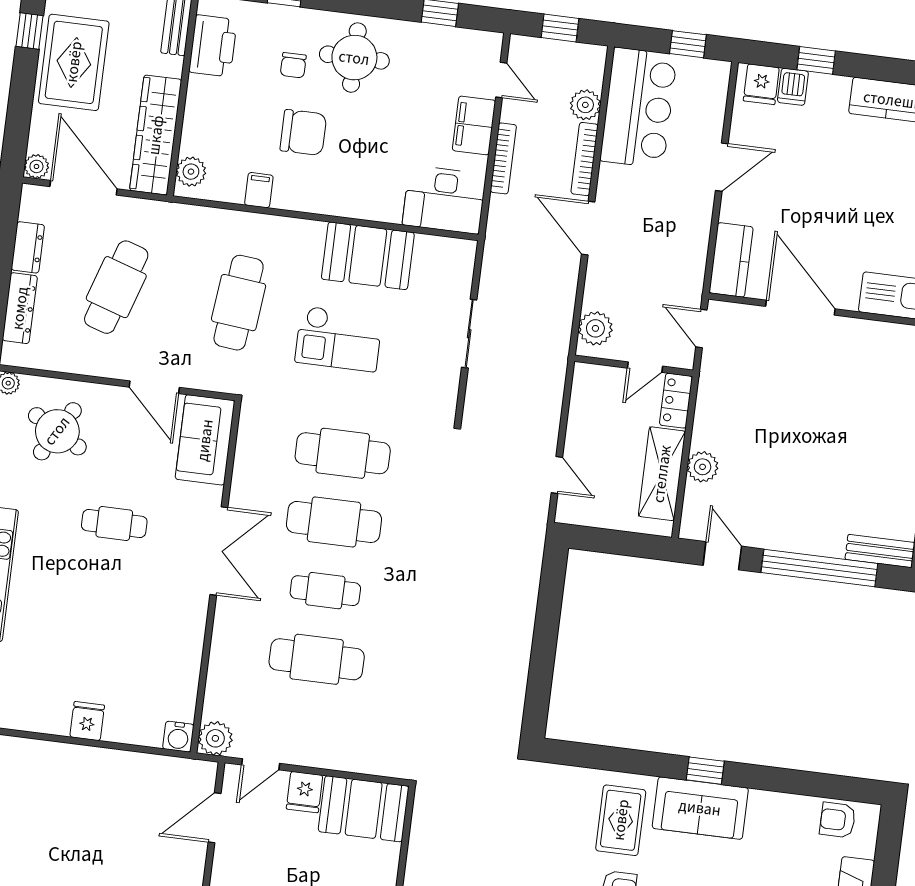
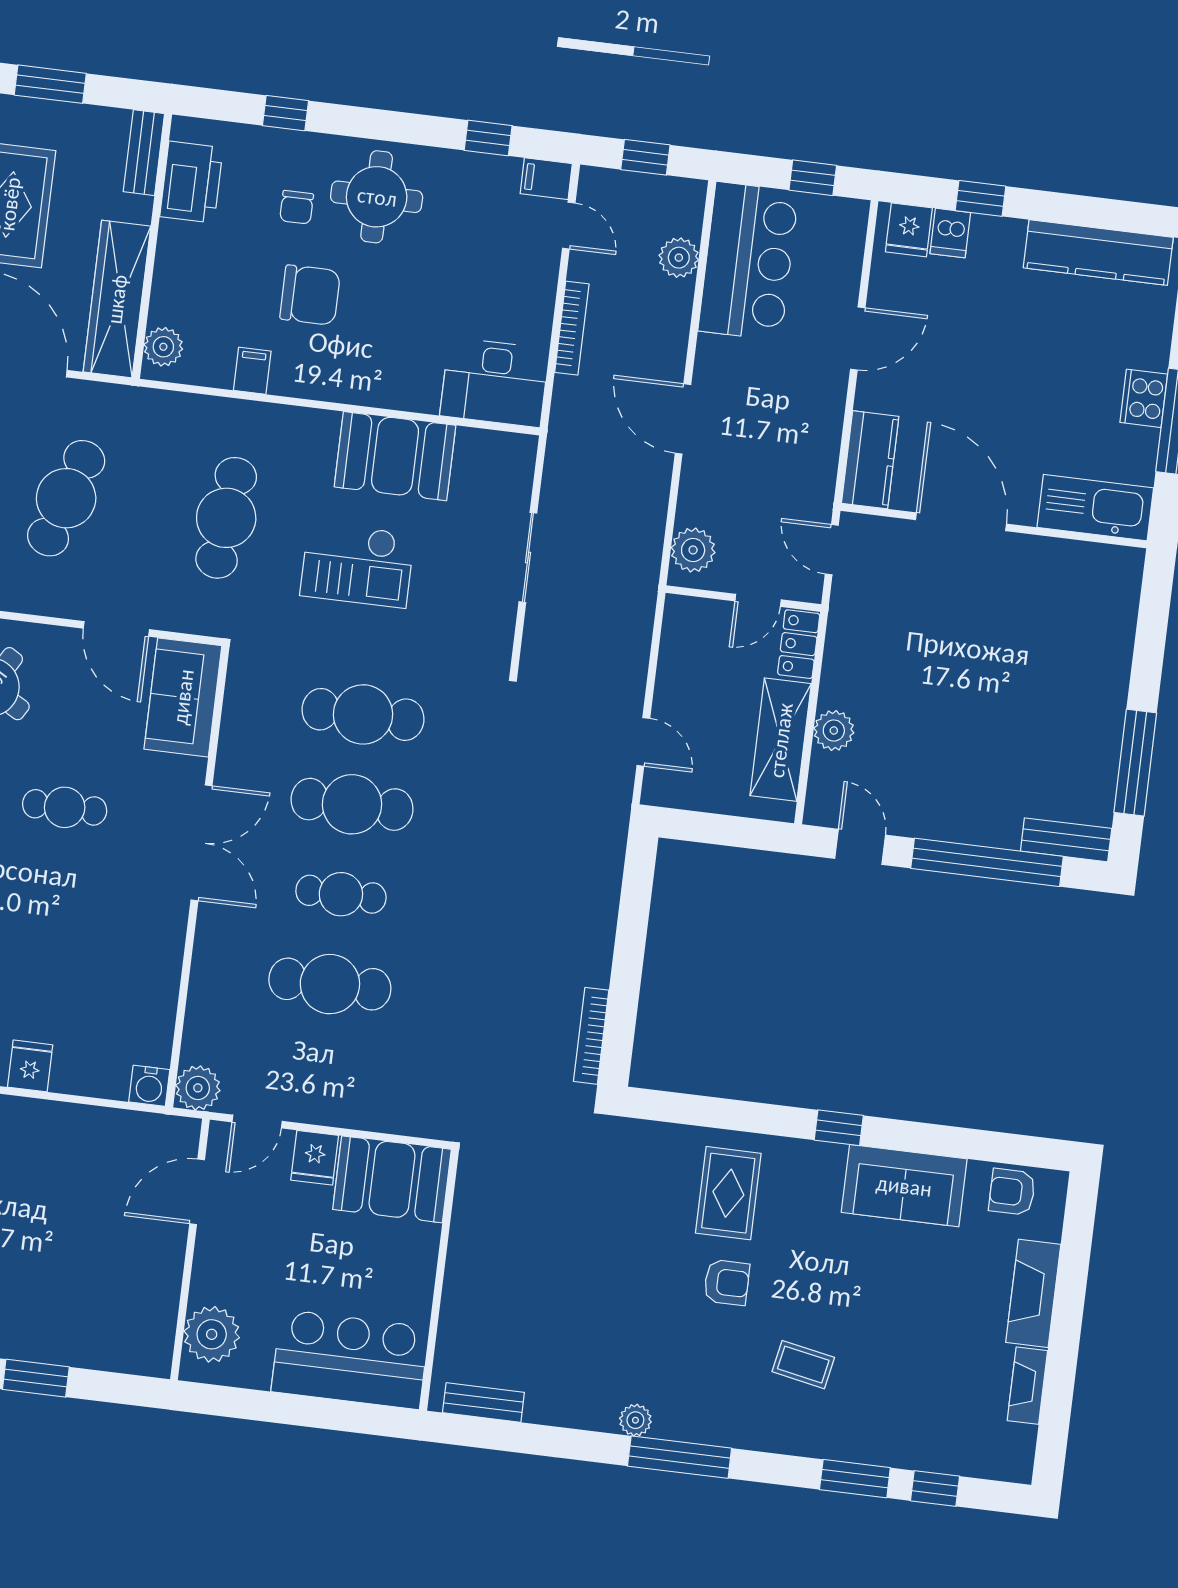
filing cabinet: (474, 125) -> (546, 179), moved, width x0.50
bookcase: (585, 159) -> (591, 1036), moved
sofa: (700, 808) -> (904, 1186), moved

